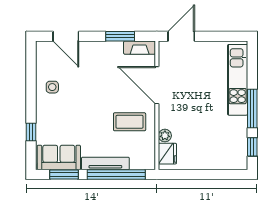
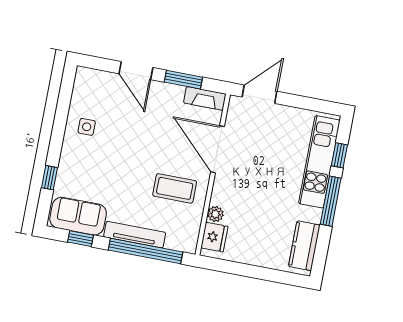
door: (66, 36) -> (136, 71), moved
kitchen counter: (238, 147) -> (304, 246), added
window: (252, 147) -> (339, 155), moved
window: (64, 175) -> (81, 239), width x0.67

